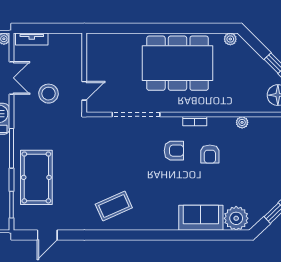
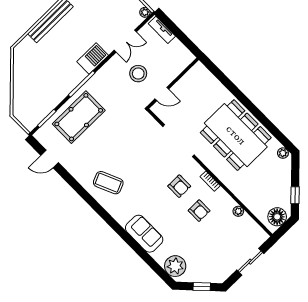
armchair: (210, 154) -> (199, 211), turned -90
sofa: (201, 218) -> (144, 234), moved

